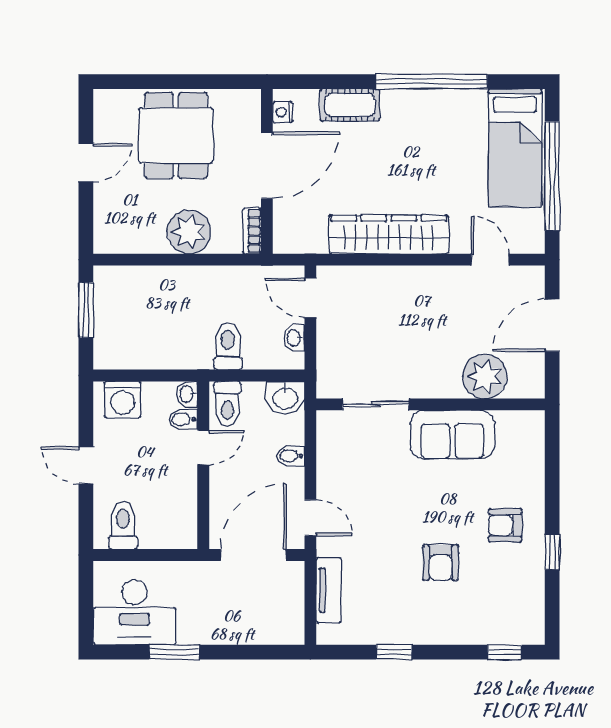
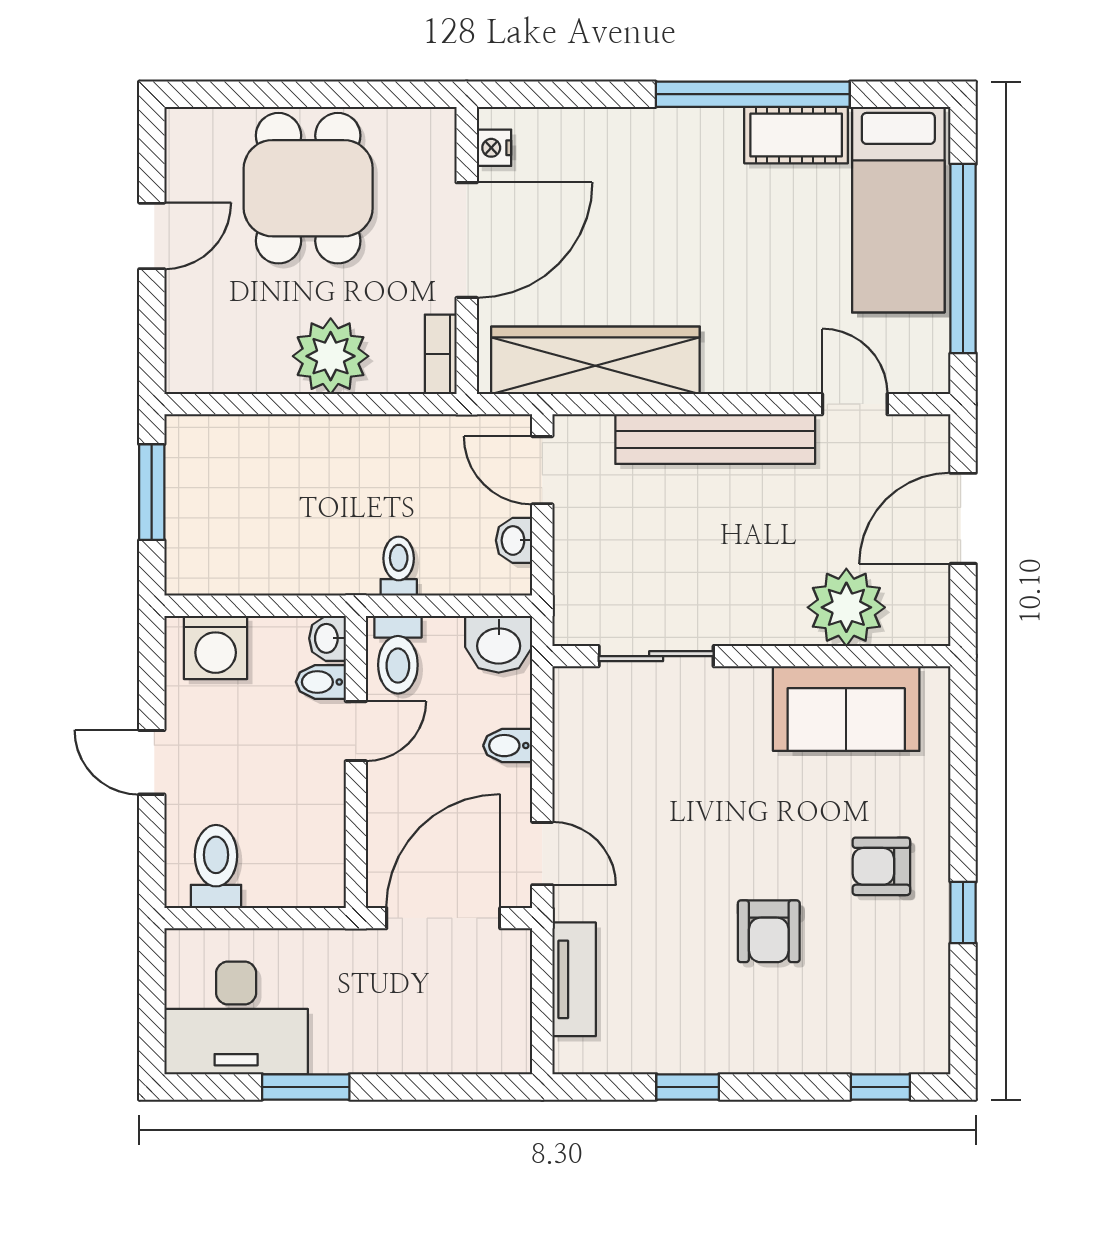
cot: (350, 105) -> (796, 135), moved
wardrobe: (389, 234) -> (595, 360), moved
bench: (410, 280) -> (715, 439), added
toilet: (228, 346) -> (399, 566), width x0.73, depth x0.72
sofa: (452, 435) -> (846, 709), moved

